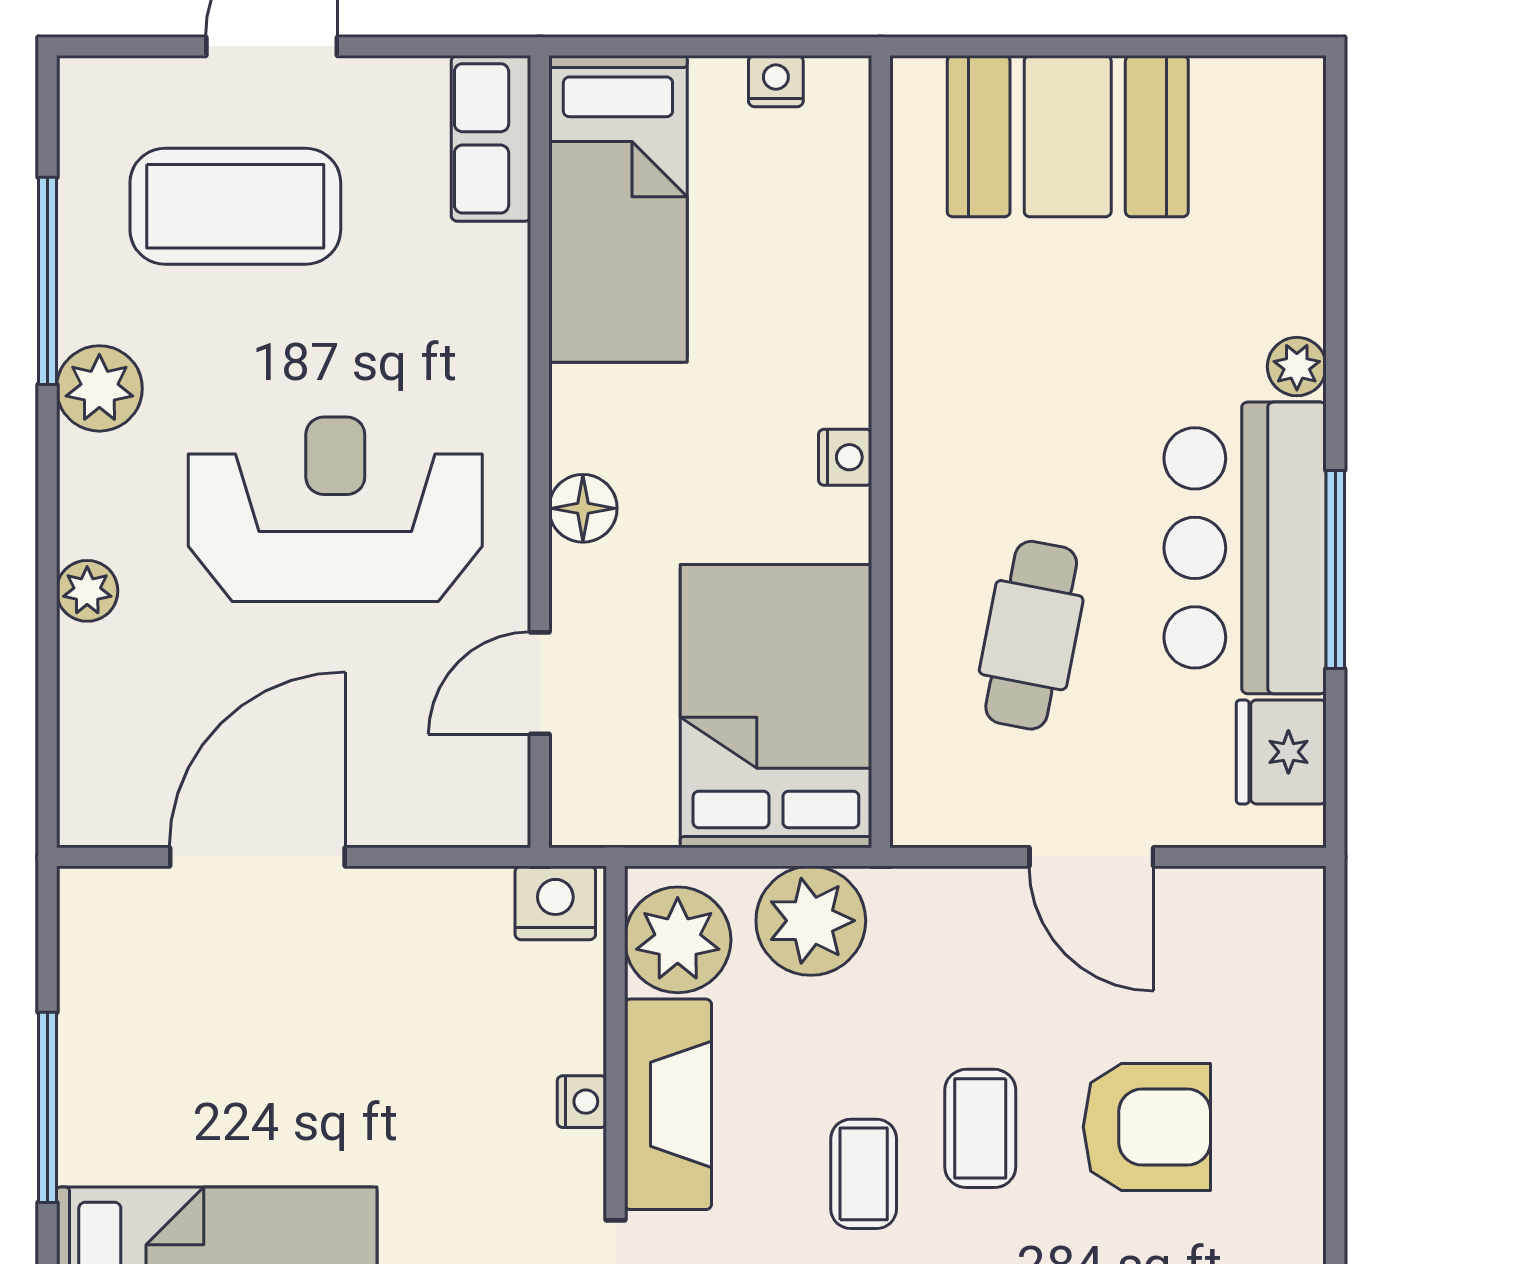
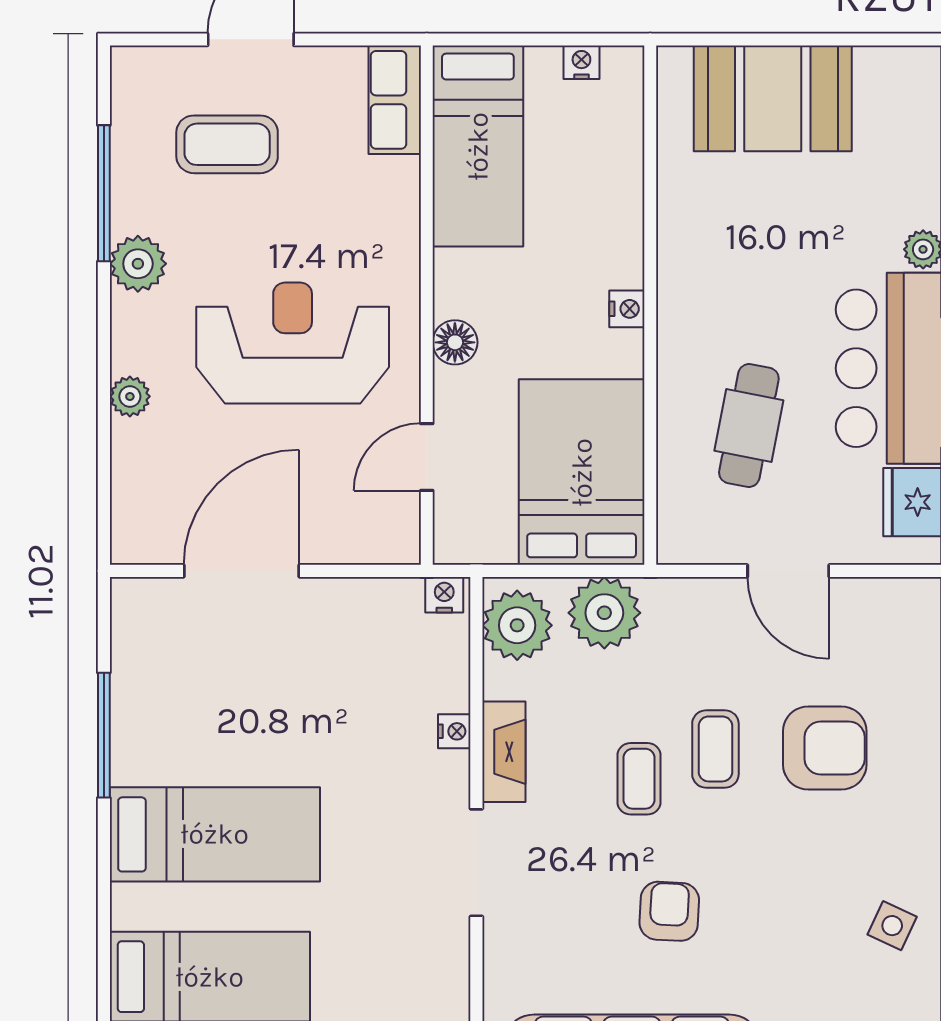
coffee table: (235, 206) -> (227, 144), width x0.73, depth x0.76
nightstand: (555, 903) -> (444, 595), width x0.72, depth x0.74
fireplace: (668, 1104) -> (504, 752), width x0.73, depth x0.76

